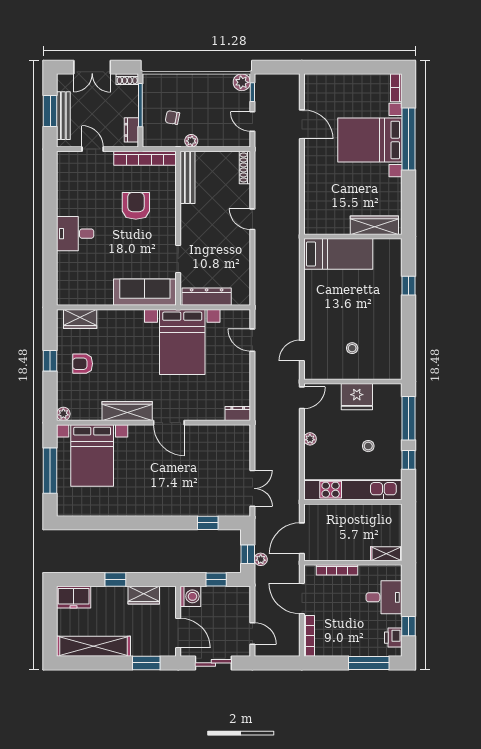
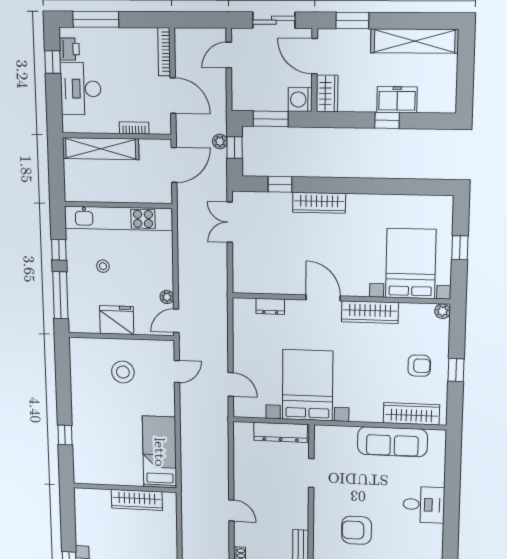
armchair: (136, 206) -> (357, 530), turned 90
wardrobe: (374, 225) -> (137, 500), moved
bed: (338, 254) -> (160, 452), moved, turned 90
sofa: (145, 292) -> (392, 442), moved
wardrobe: (80, 319) -> (411, 414), width x1.50
stool: (352, 348) -> (123, 372), width x1.89, depth x1.89
dresser: (238, 414) -> (270, 306), moved
plant: (310, 439) -> (167, 297), moved
window: (50, 471) -> (460, 248), width x0.46
wardrobe: (173, 507) -> (319, 203), added
shelving: (386, 554) -> (101, 149), width x2.20, depth x1.33
bookcase: (337, 570) -> (134, 128), width x0.64
window: (216, 580) -> (271, 119), width x1.50
wardrobe: (144, 595) -> (327, 93), moved, turned 90
freezer: (74, 597) -> (397, 100), moved
desk: (384, 597) -> (81, 89), width x1.37
door: (252, 633) -> (229, 55), hinge flipped

